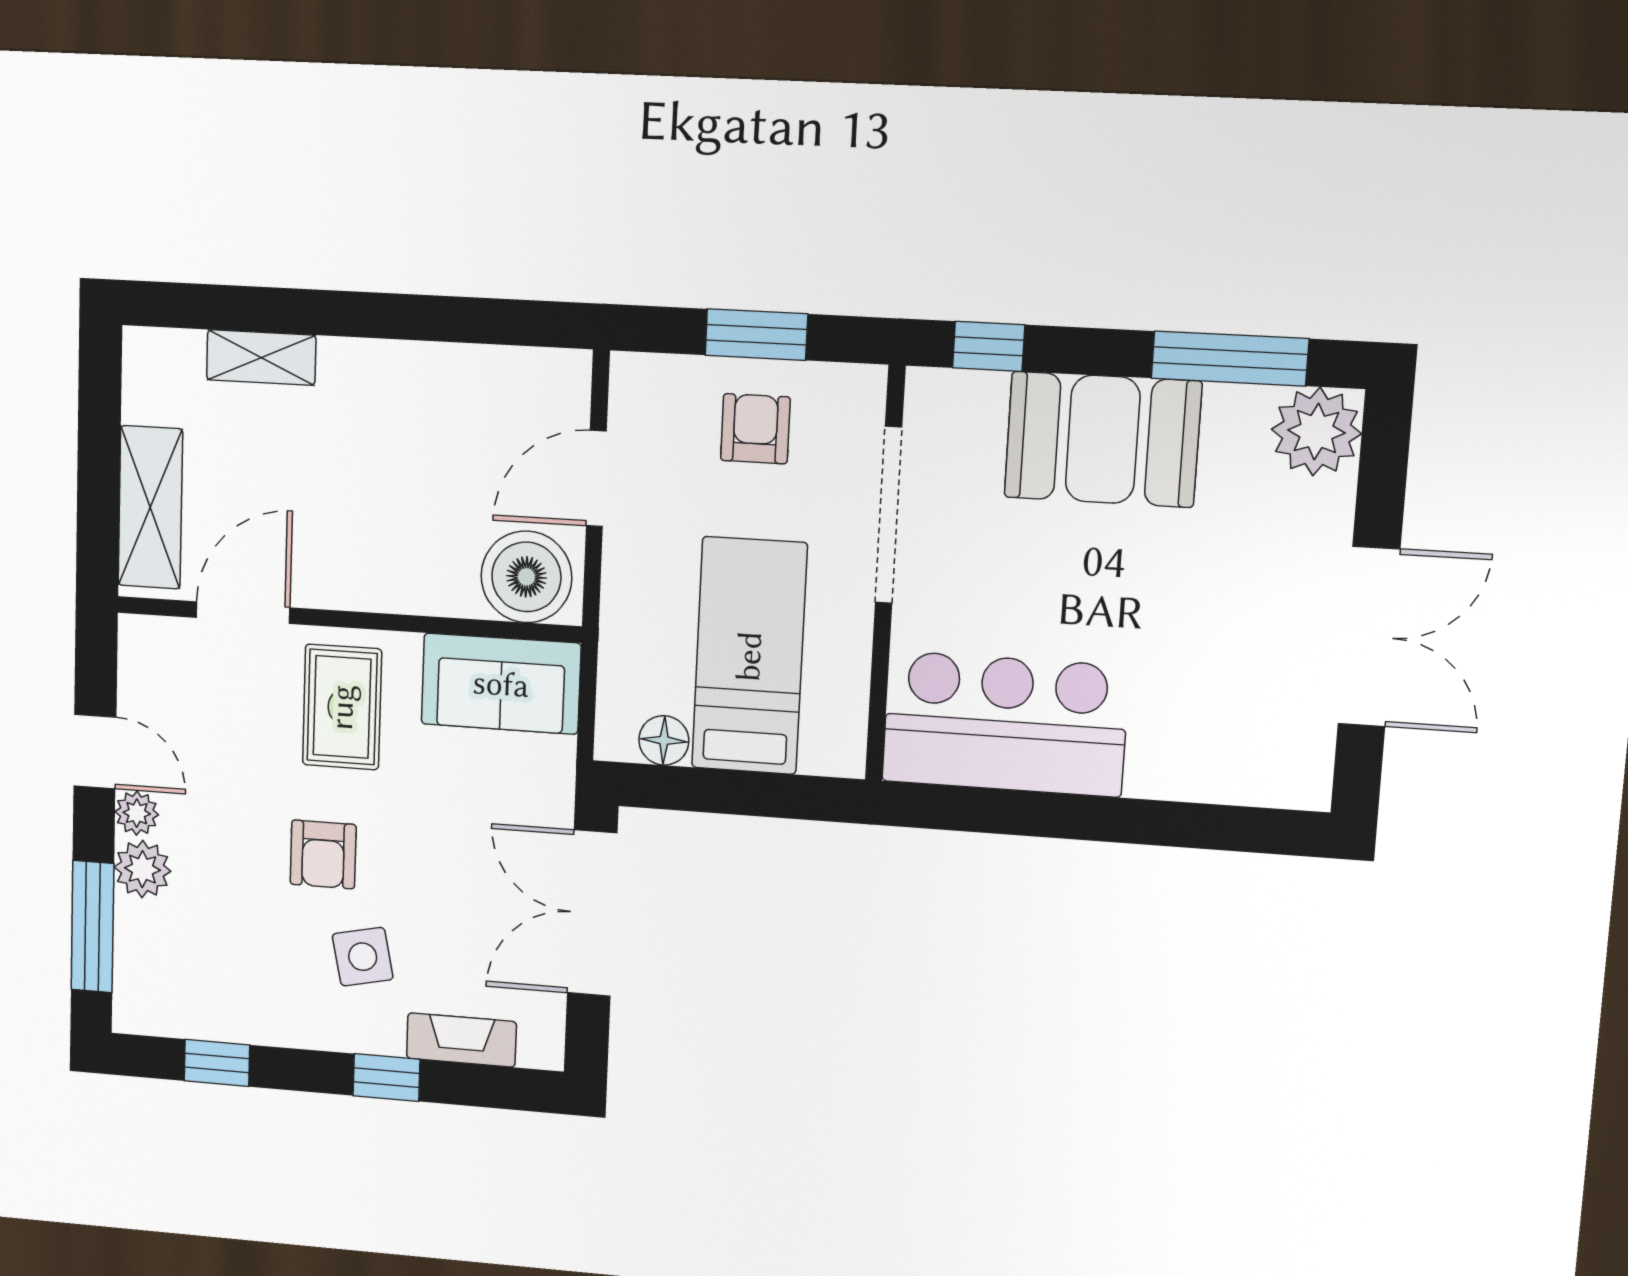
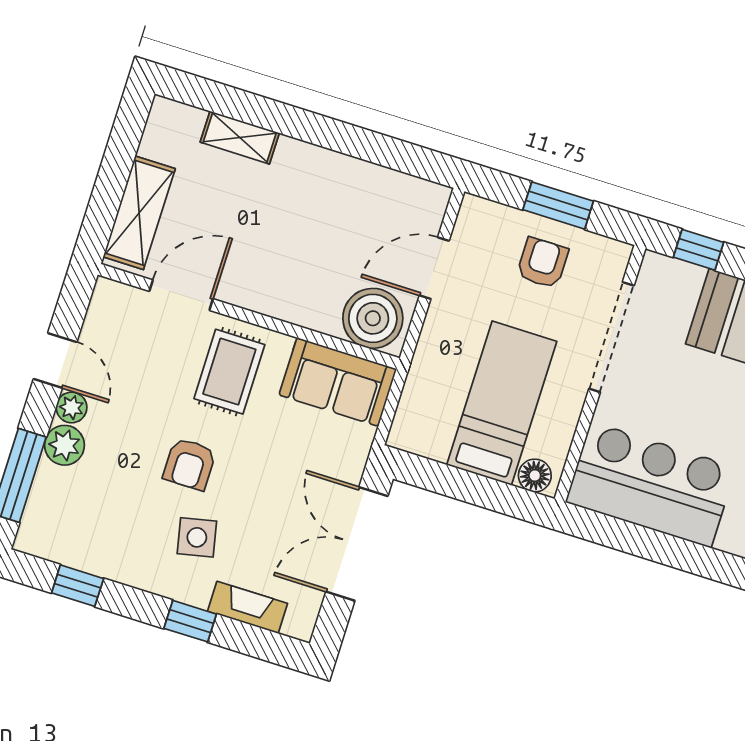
floor lamp: (664, 740) -> (535, 476), moved

